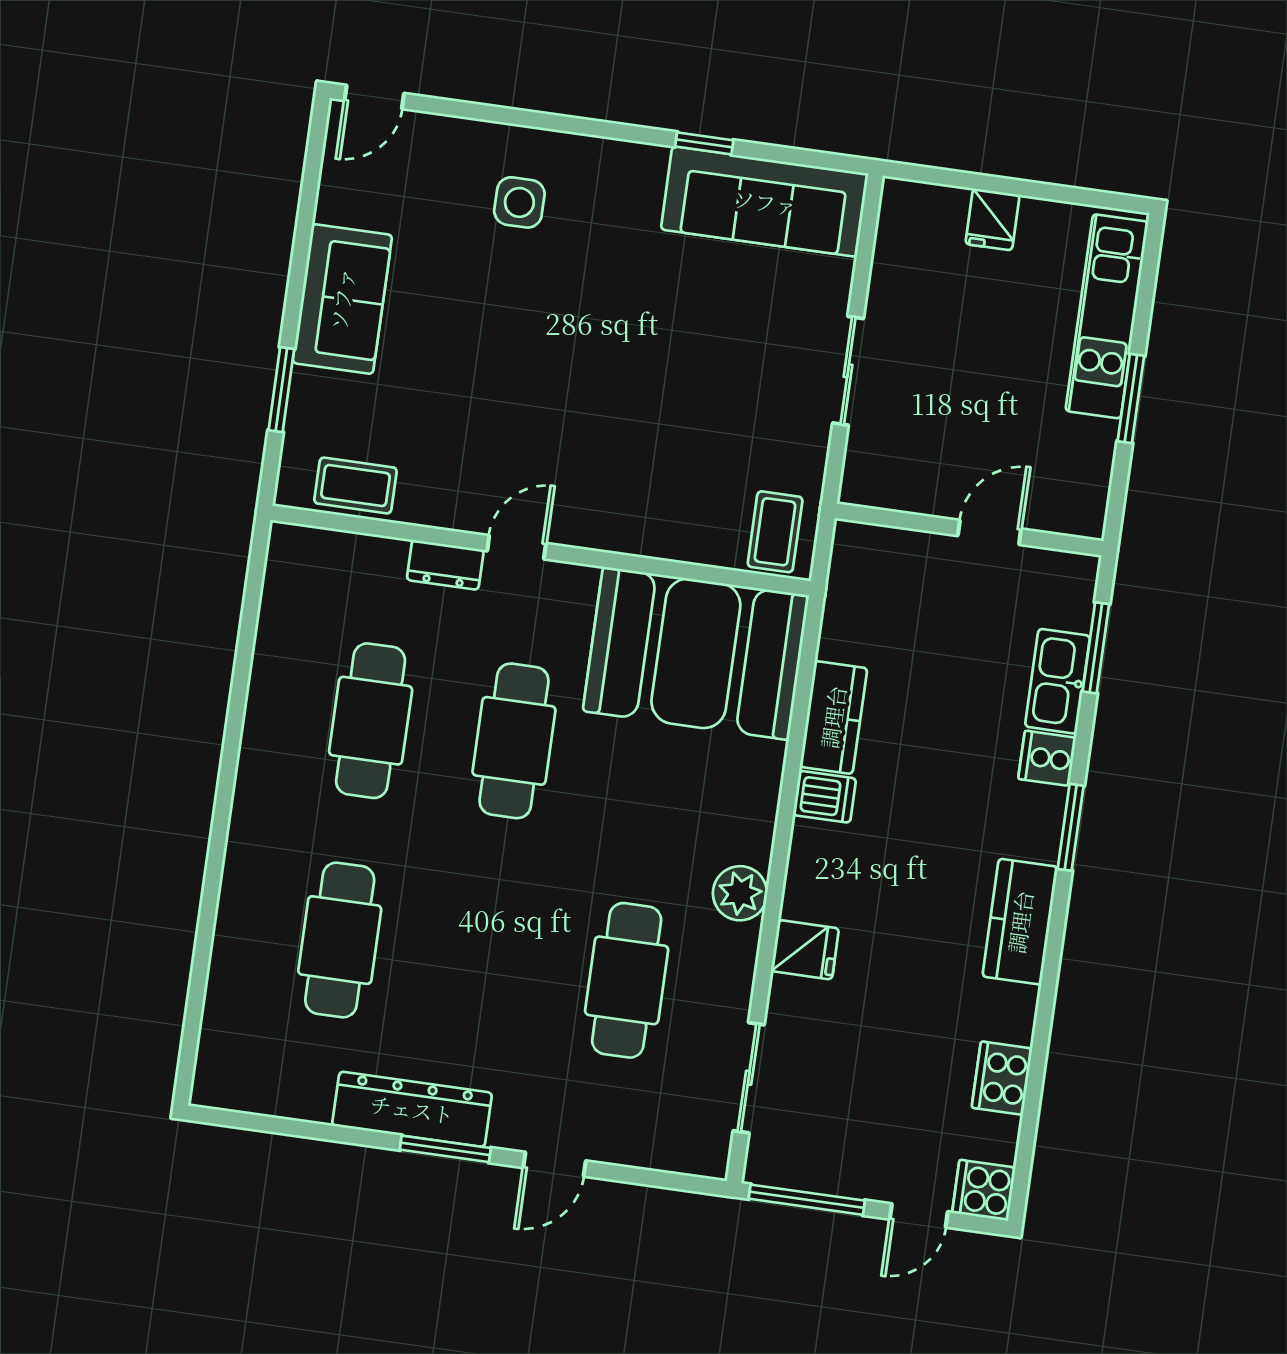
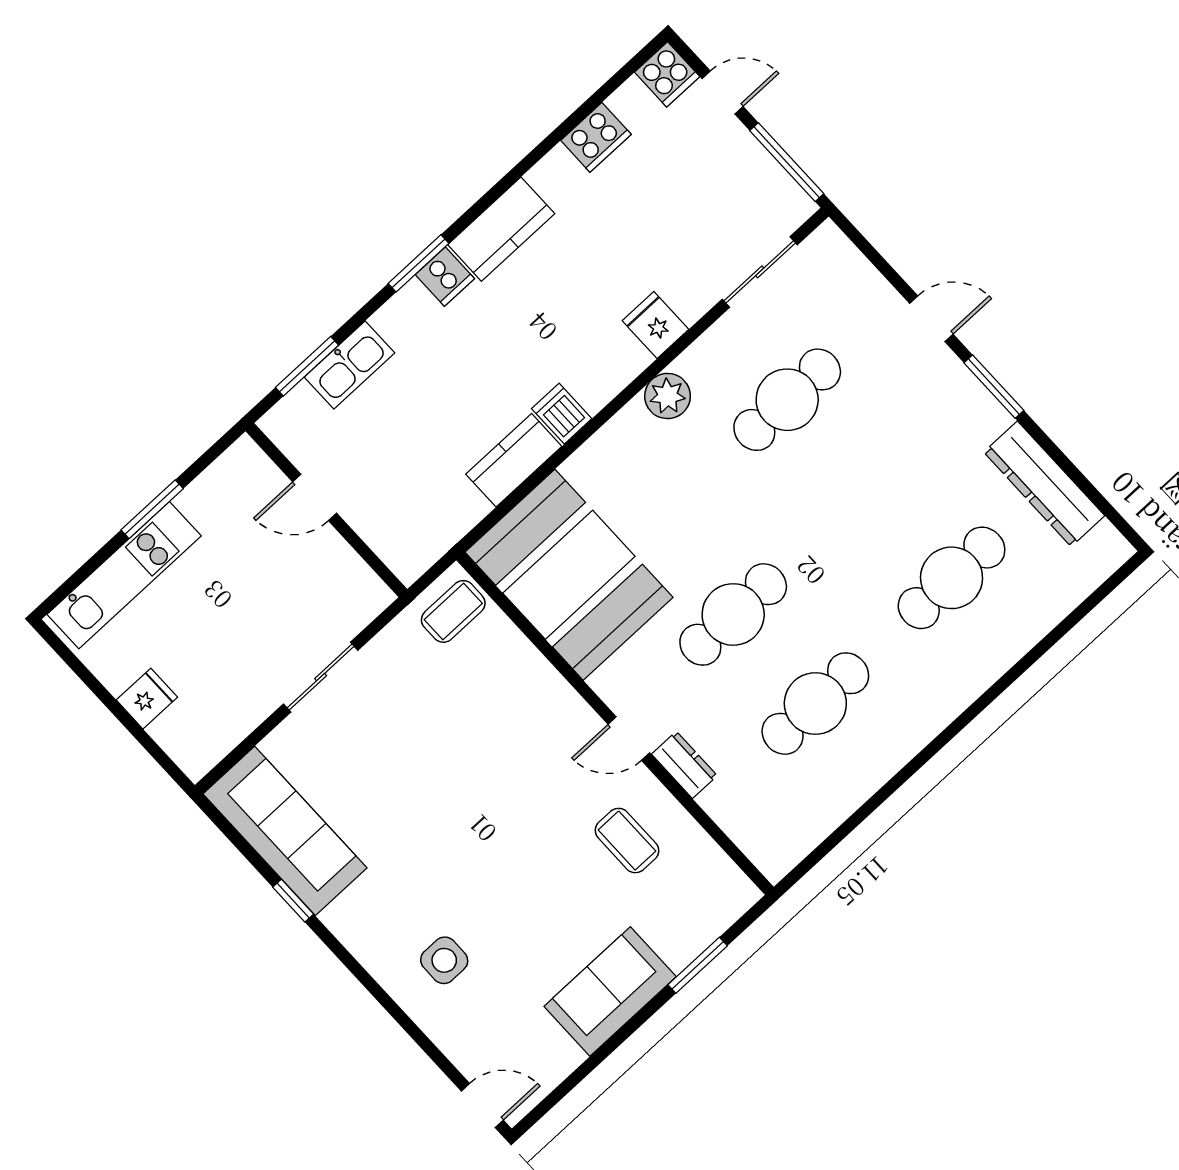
coffee table: (356, 486) -> (627, 841), moved
cooker: (1047, 758) -> (445, 277), moved
dresser: (412, 1109) -> (1044, 484), moved

